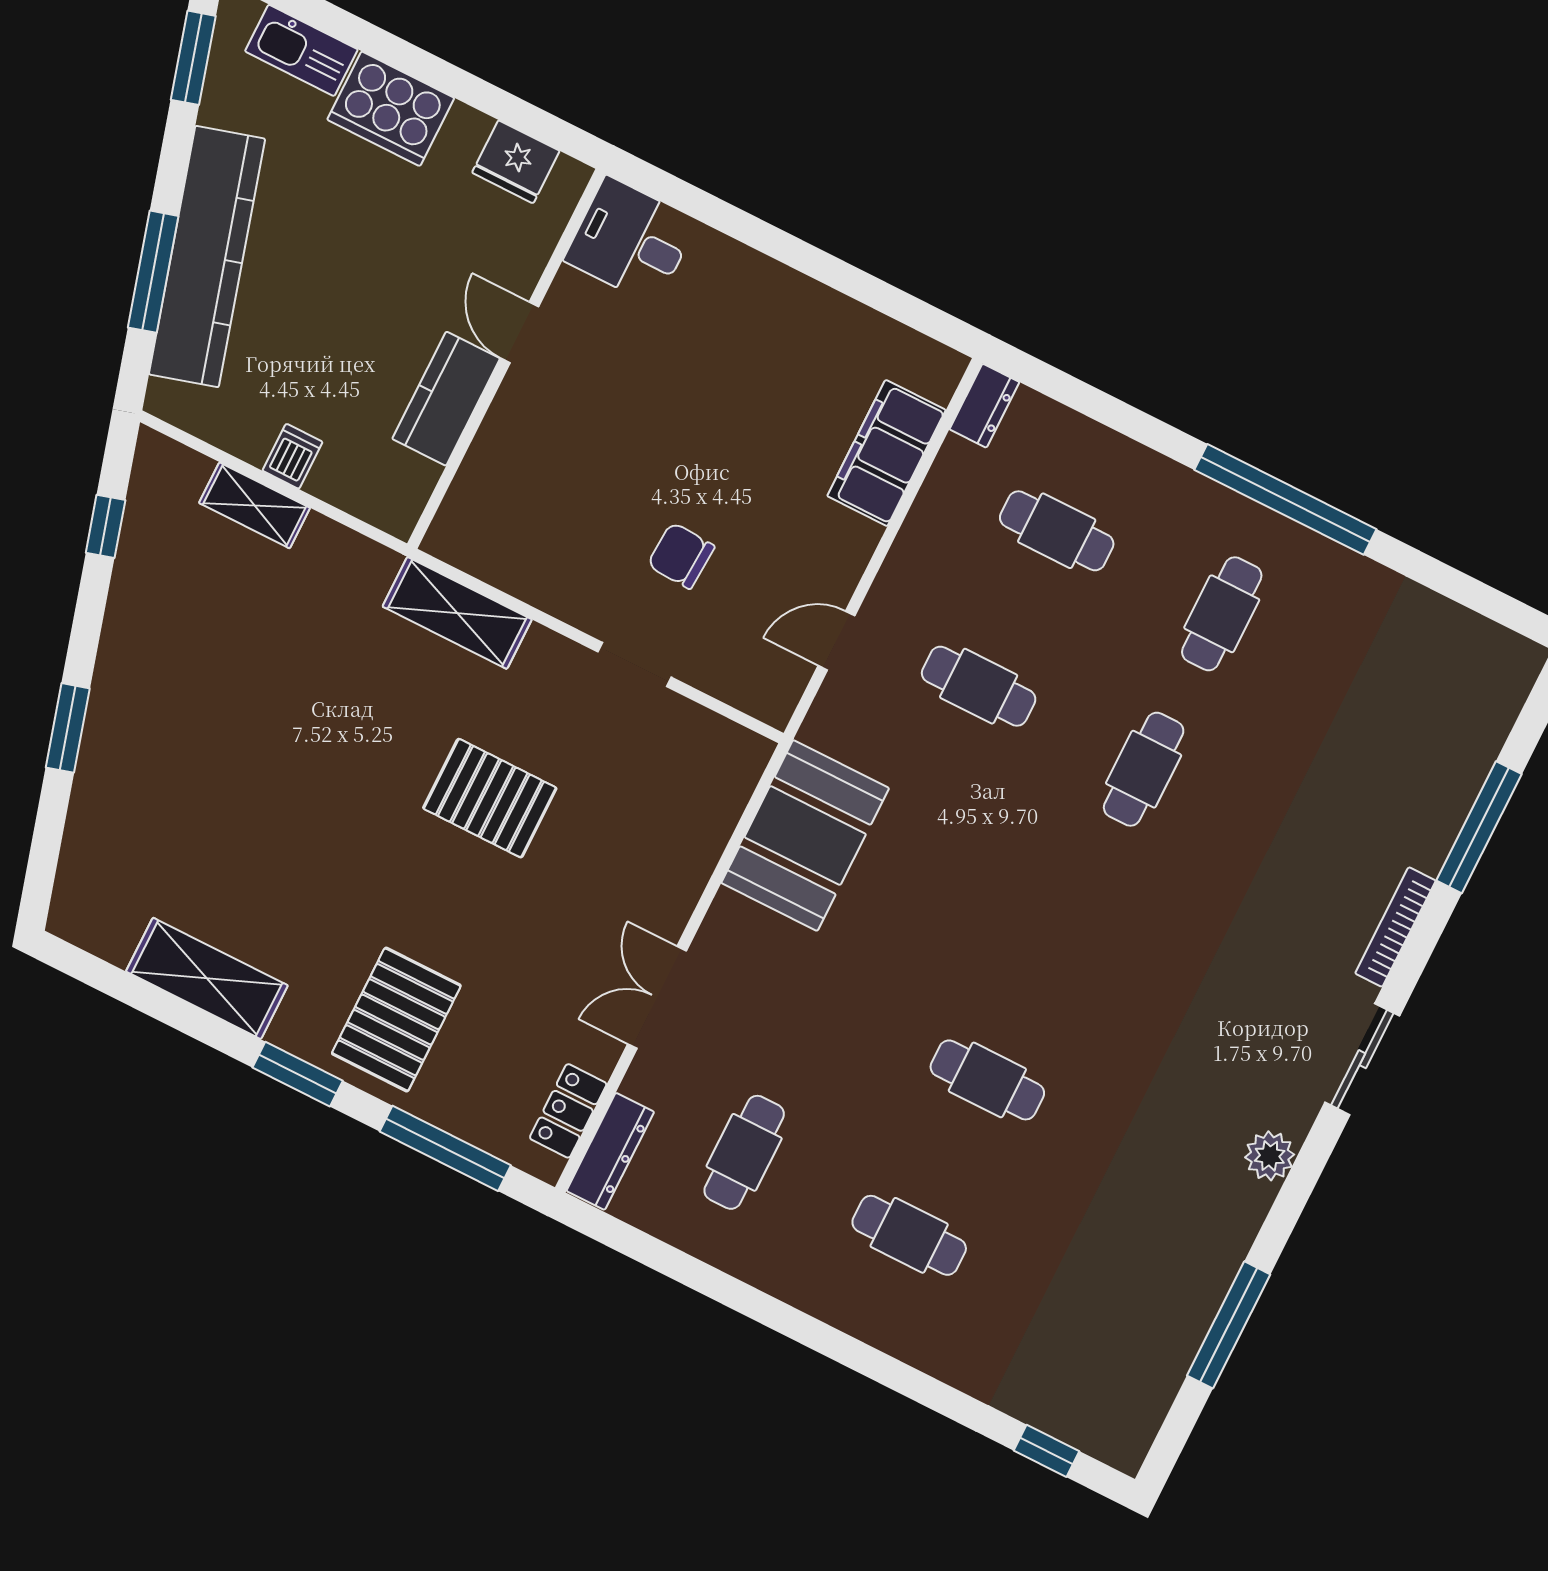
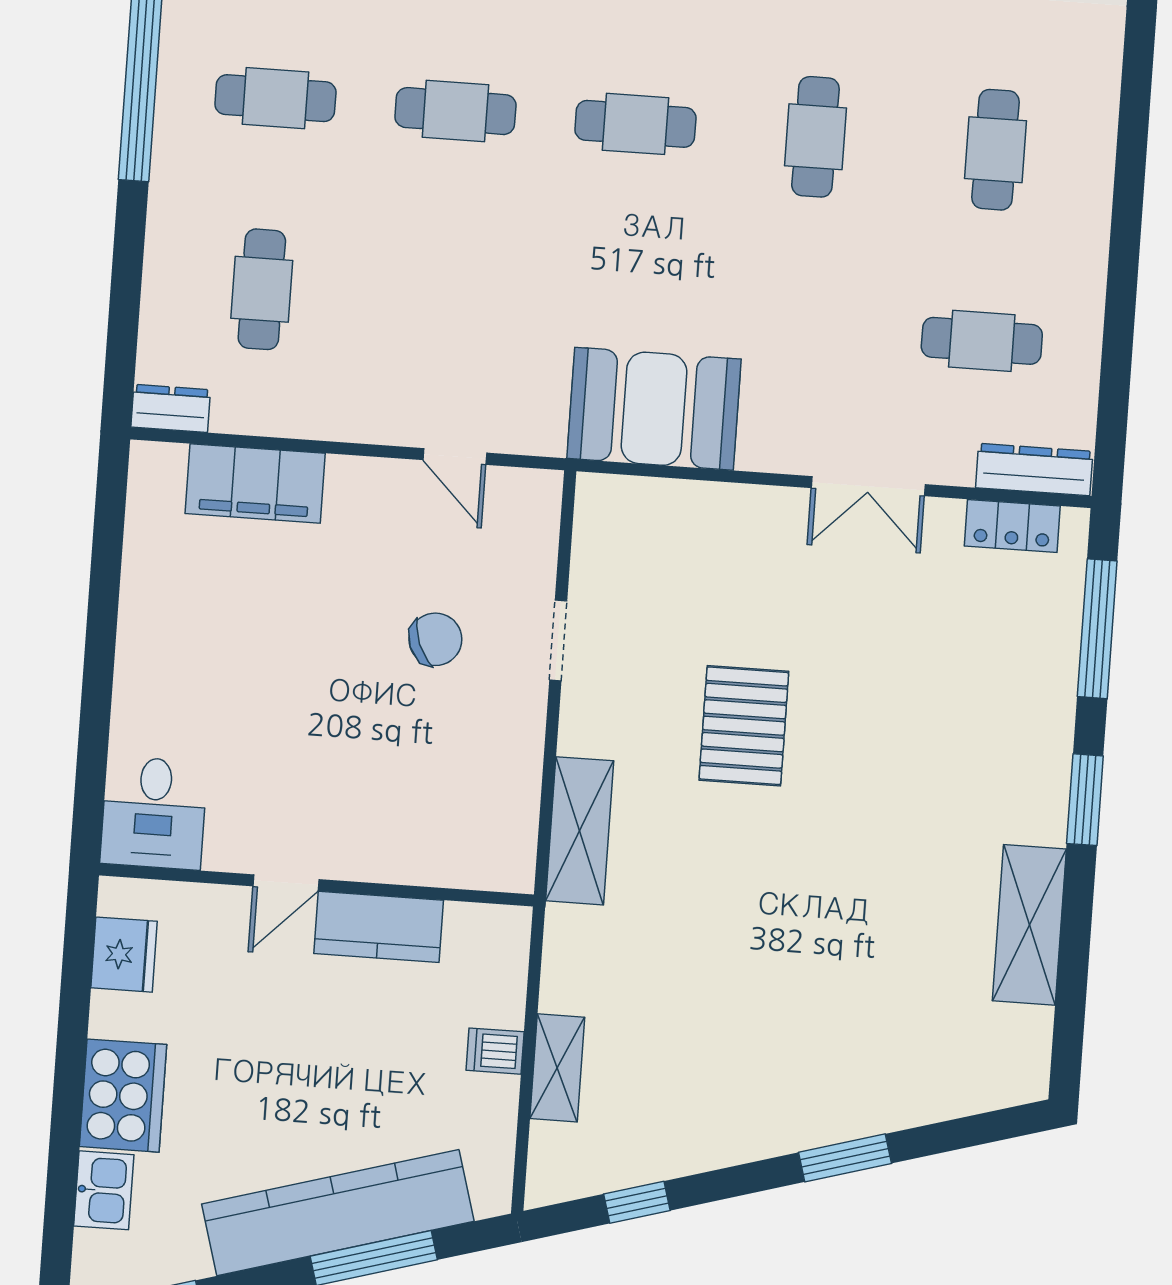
kitchen sink: (301, 50) -> (104, 1190), width x0.73
chair: (681, 556) -> (435, 639), turned -115
cafe table: (979, 686) -> (635, 124), moved, turned 90
pallet: (396, 1020) -> (993, 727), removed

